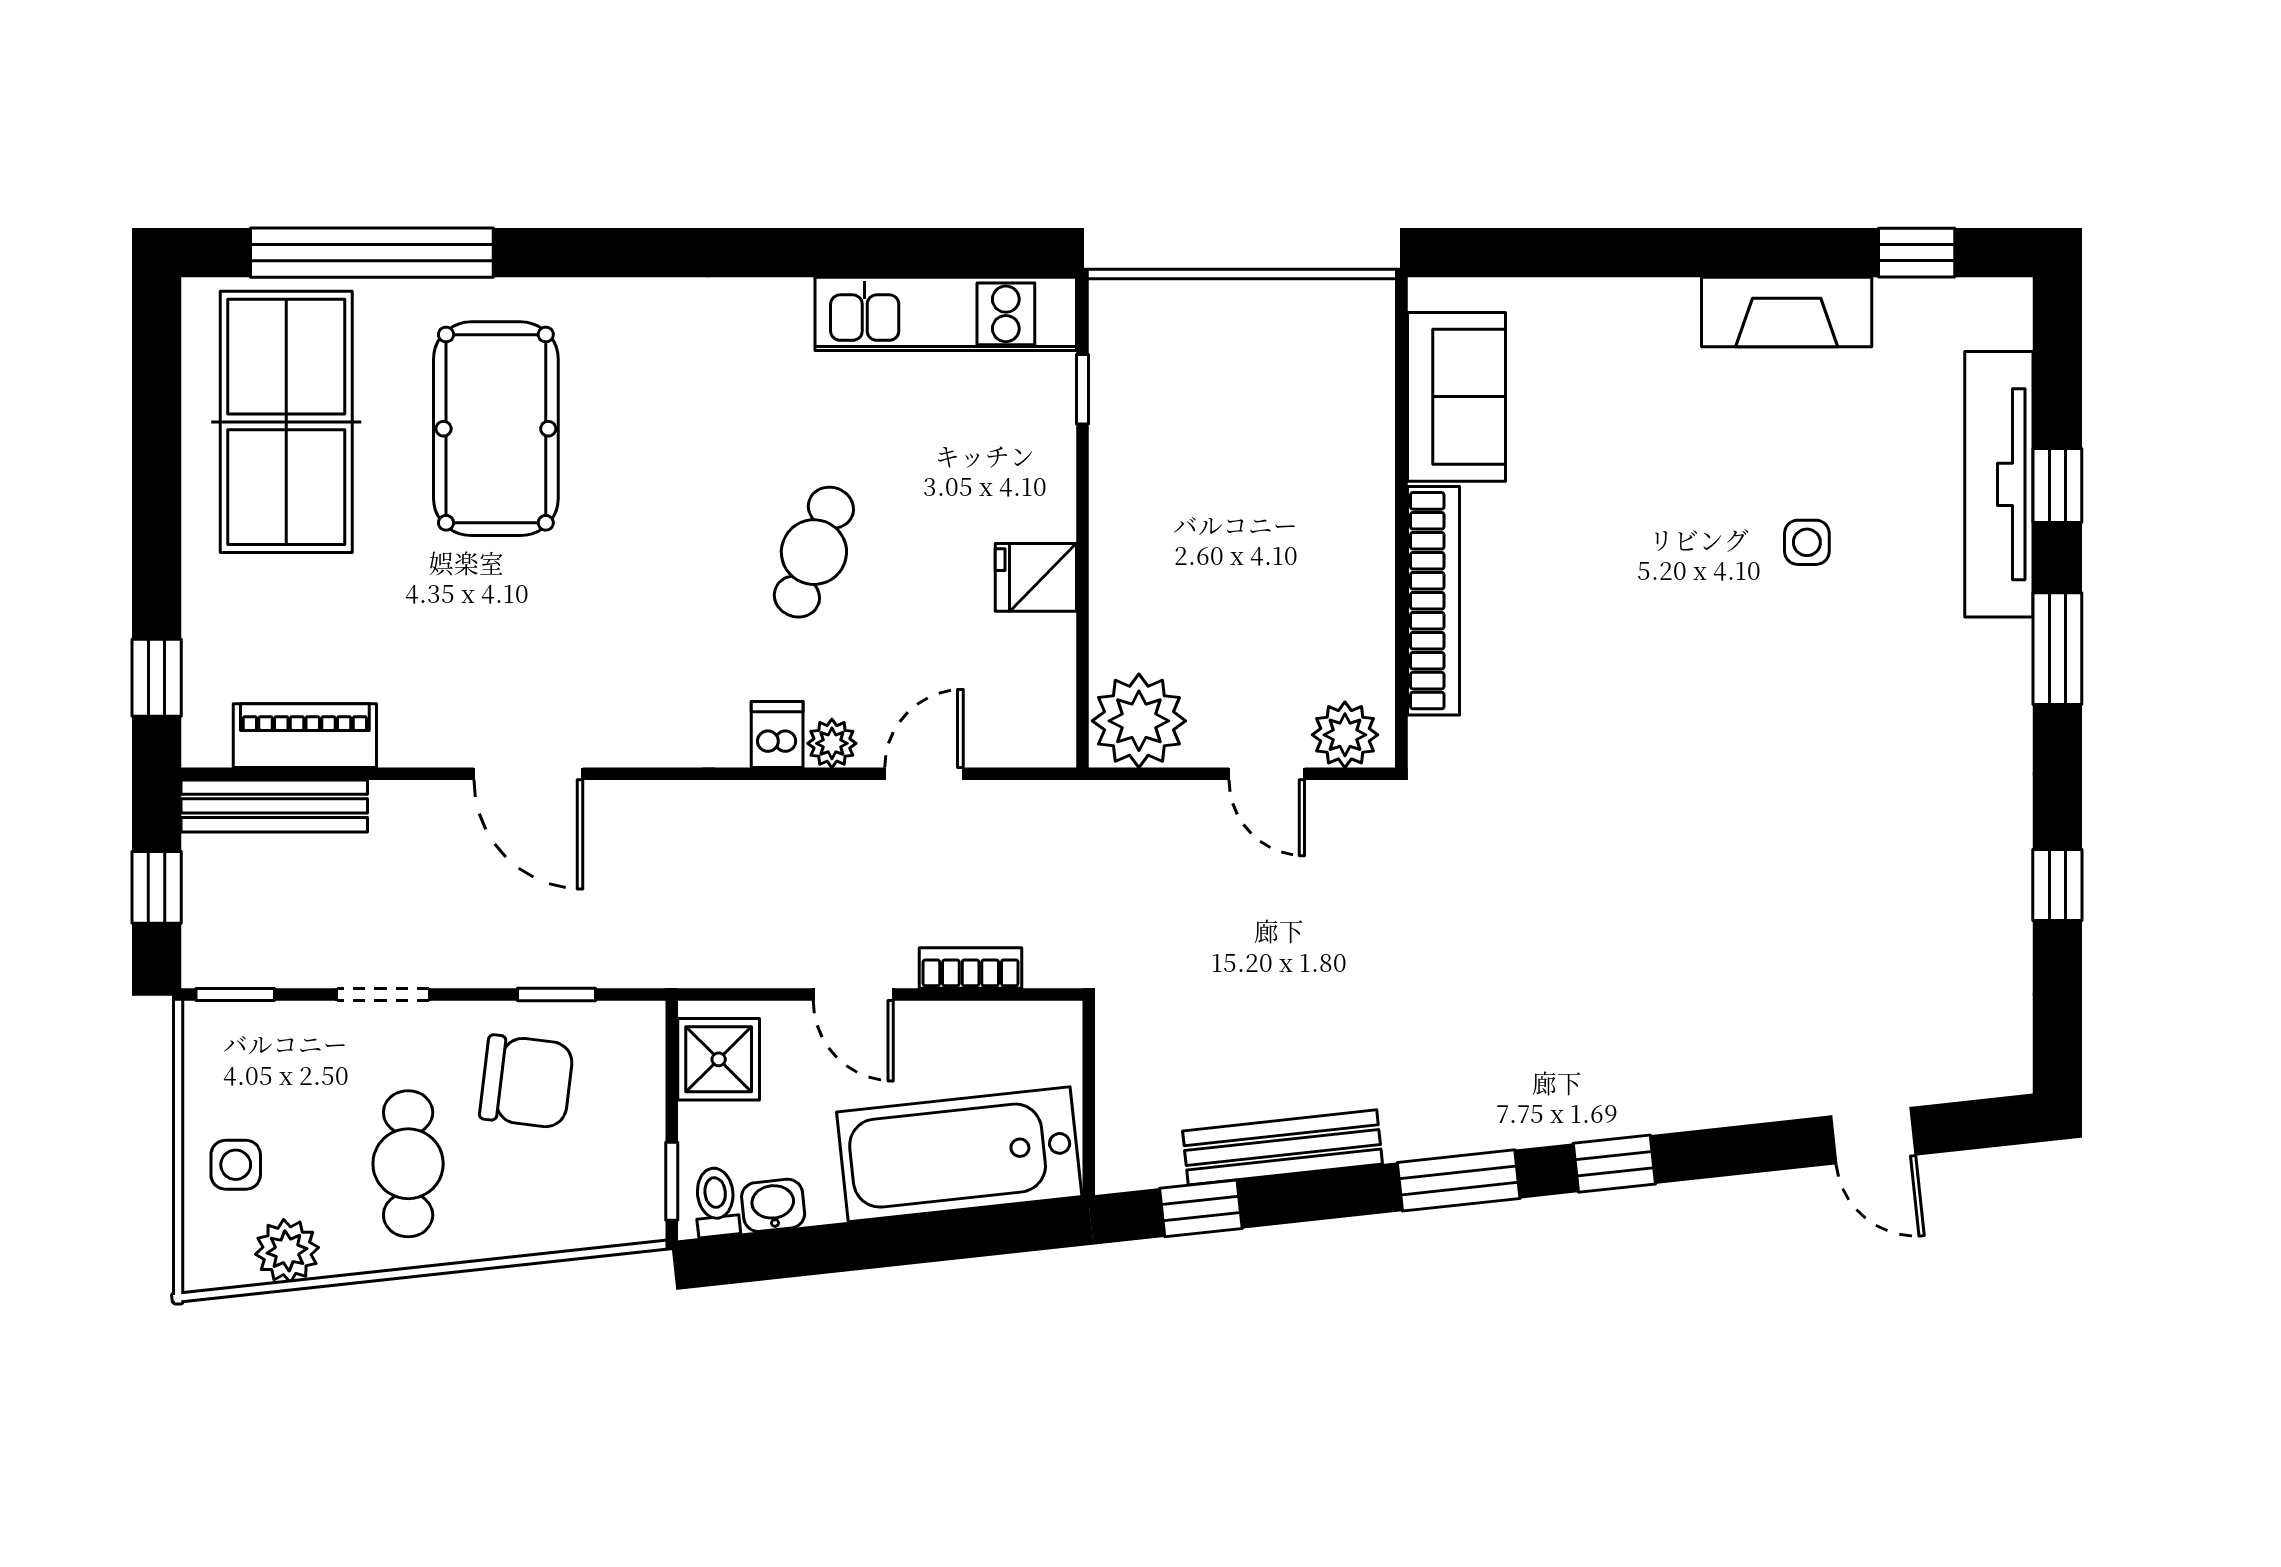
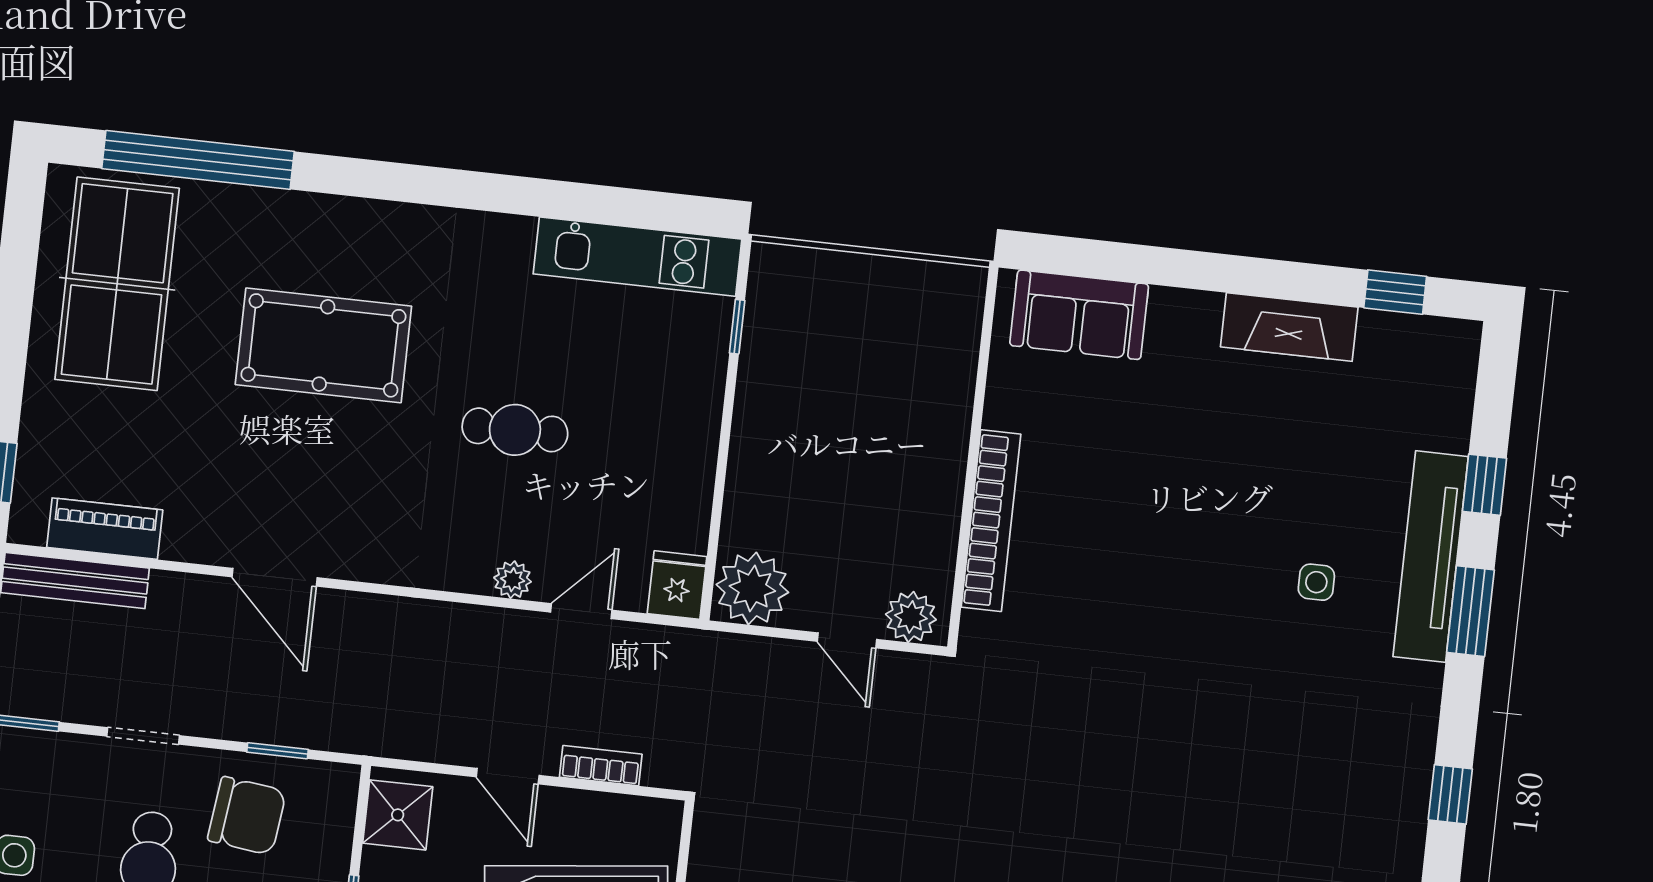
sofa: (1456, 397) -> (1079, 315), moved, turned 90
pool table: (496, 429) -> (323, 345), moved, turned 90
tv unit: (1999, 484) -> (1431, 557), moved
side table: (1807, 542) -> (1316, 582), moved
cafe table: (814, 552) -> (515, 430), turned 69
fridge: (1036, 577) -> (677, 585), moved, turned 90
dishwasher: (777, 734) -> (471, 568), removed

